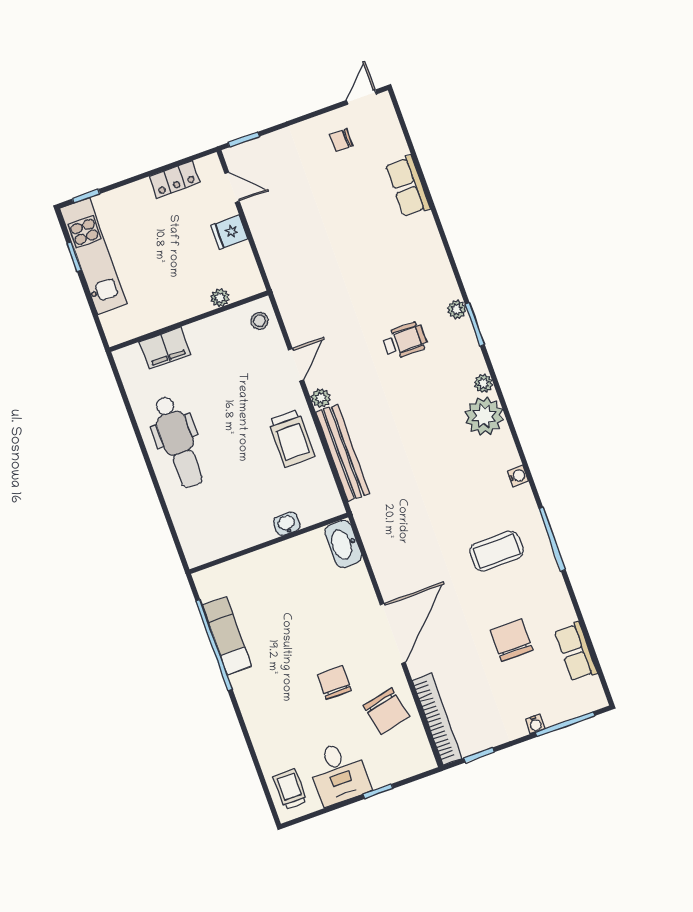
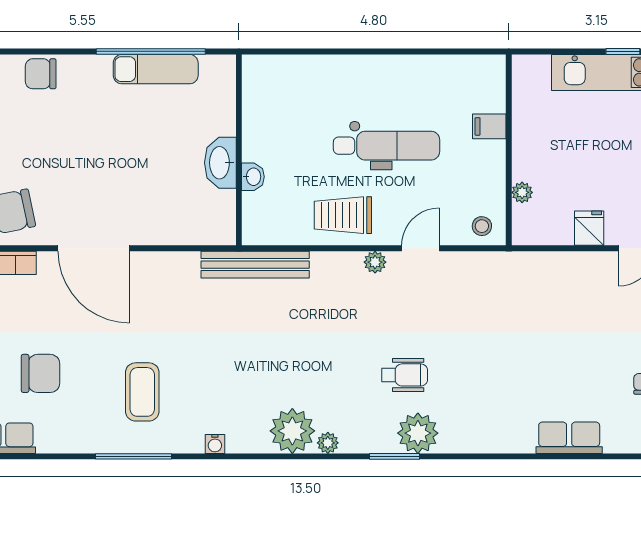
plant: (457, 309) -> (418, 433), width x1.87, depth x1.87
wheelchair: (405, 340) -> (405, 375), turned -90
filing cabinet: (165, 348) -> (489, 126), width x0.50
door: (296, 365) -> (421, 248), swing flipped
dental chair: (178, 442) -> (386, 146), moved, turned 180
bench: (343, 453) -> (255, 265), moved
washbasin: (343, 544) -> (220, 163), moved, turned -90
chair: (334, 683) -> (41, 74), moved, turned 180

